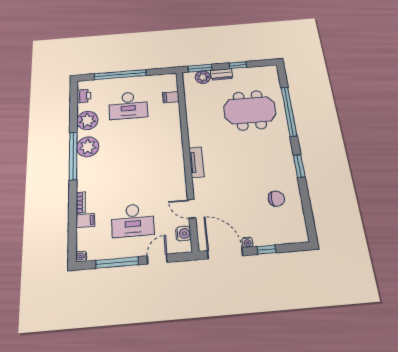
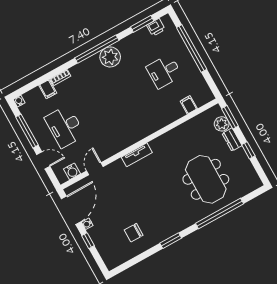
desk: (128, 105) -> (164, 71), width x0.73
window: (74, 106) -> (142, 24), added
plant: (87, 120) -> (134, 43), removed
chair: (276, 199) -> (134, 233), turned 90

